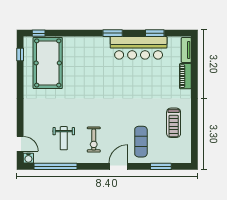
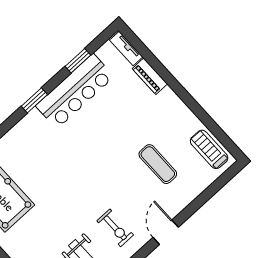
treadmill: (174, 123) -> (209, 149), moved, turned 180
exercise mat: (141, 142) -> (158, 164), moved
window: (161, 166) -> (209, 192), removed

